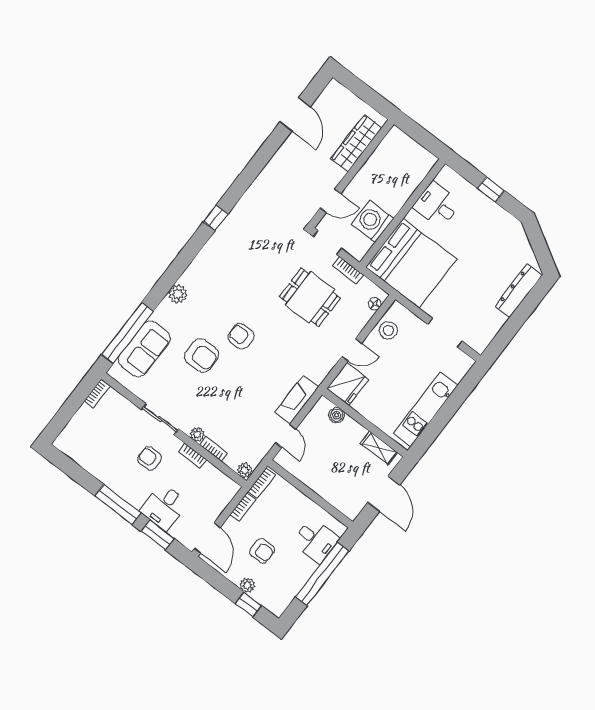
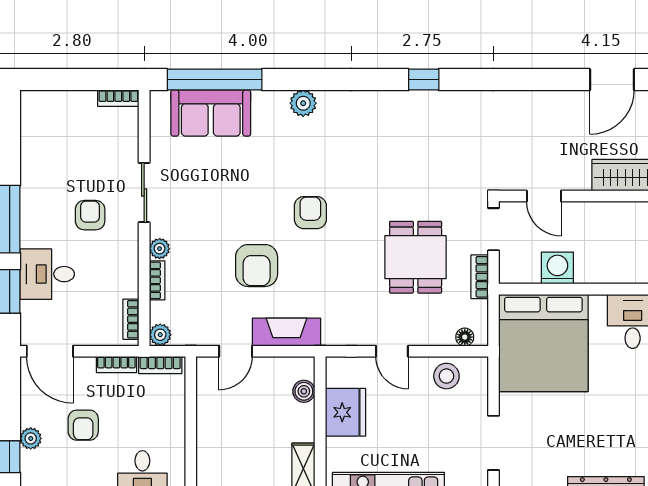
washing machine: (373, 221) -> (557, 268), width x0.73, depth x0.73
armchair: (202, 355) -> (257, 266), moved
fridge: (348, 384) -> (345, 412), moved, turned -90
bookcase: (193, 456) -> (131, 319), moved
door: (207, 538) -> (50, 351), hinge flipped

